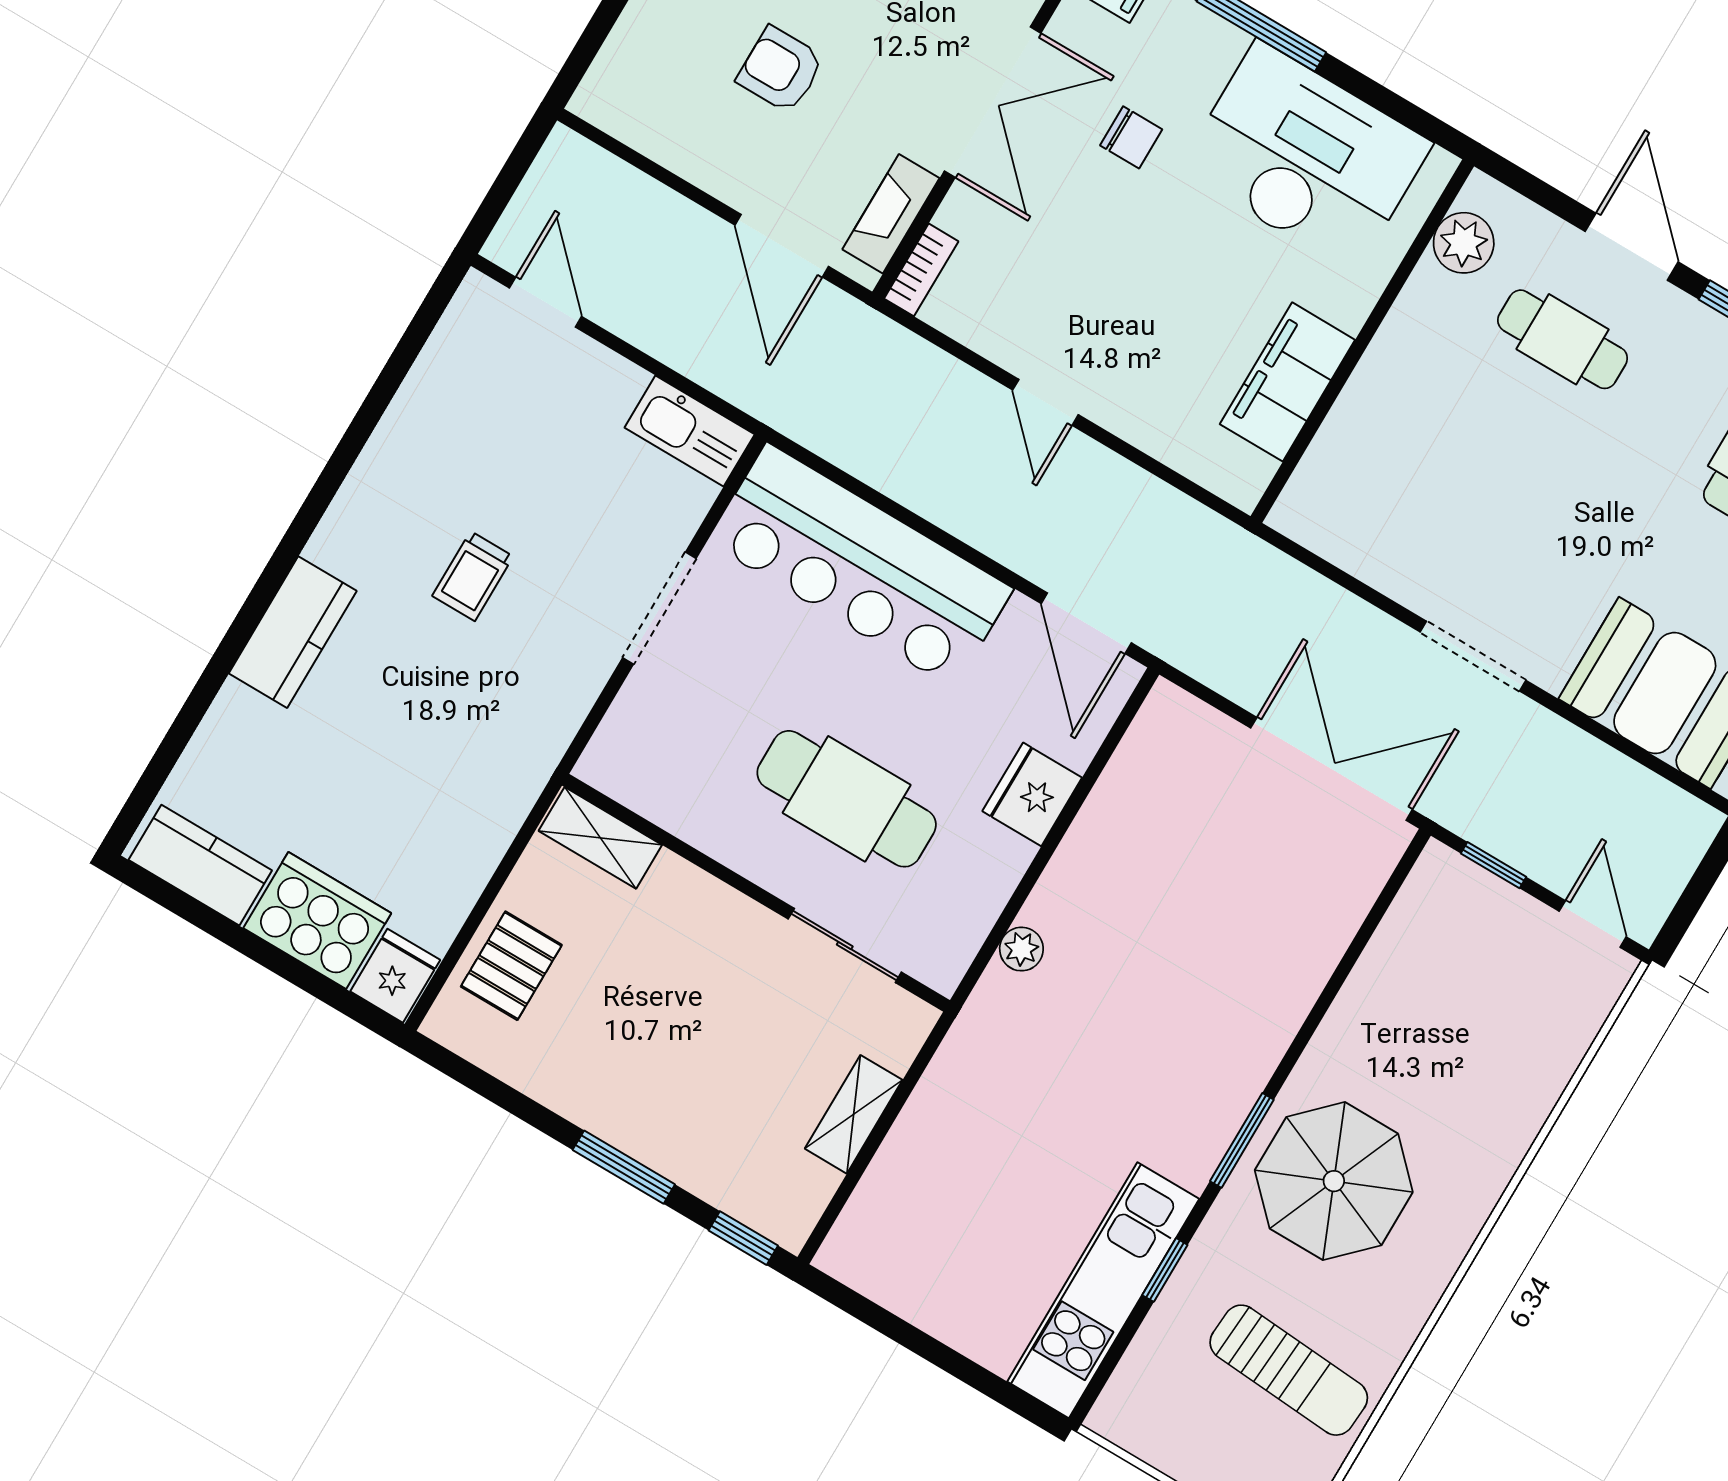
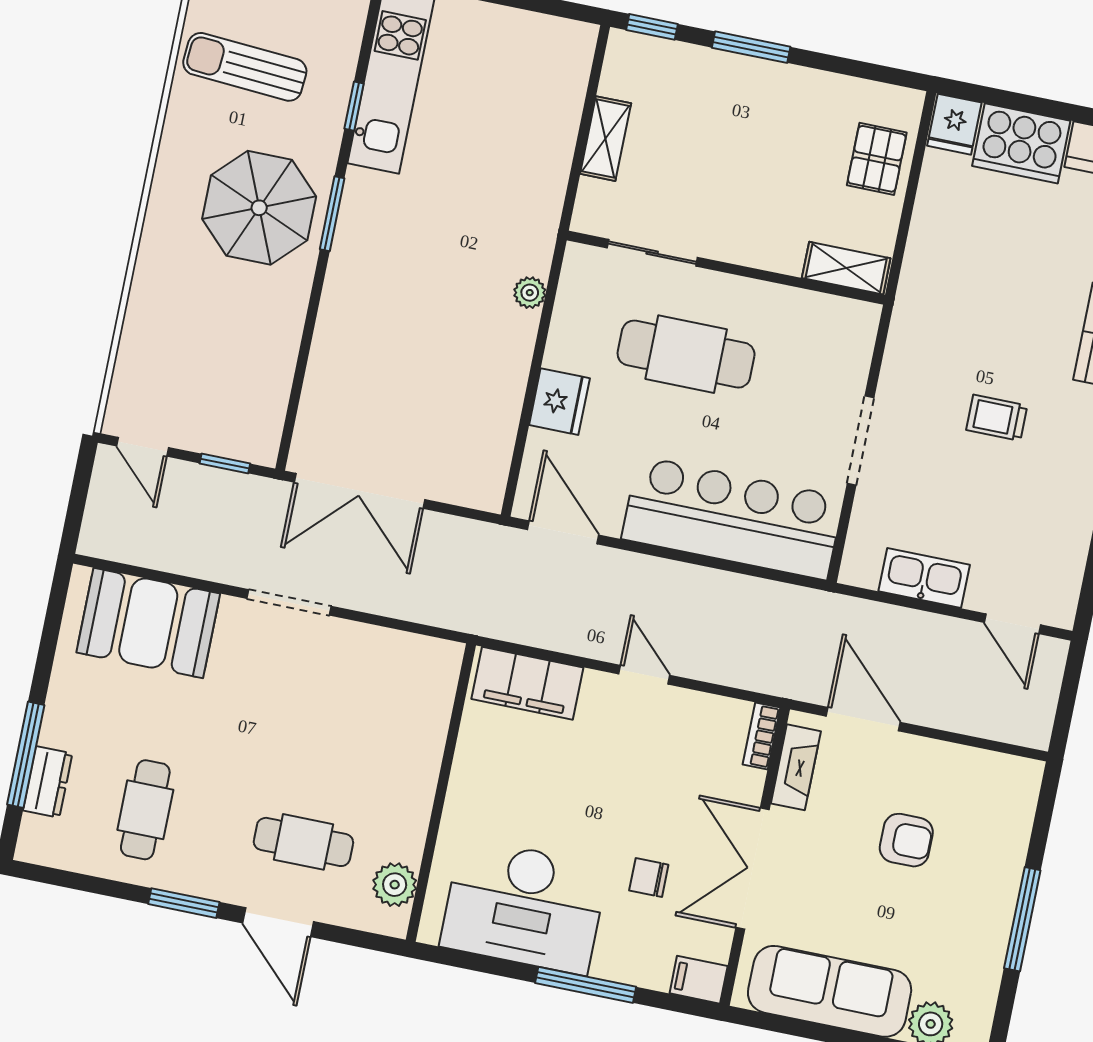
filing cabinet: (1287, 382) -> (527, 683), moved, turned 90
kitchen sink: (690, 431) -> (924, 578), moved
trolley: (473, 576) -> (997, 418), turned -90

